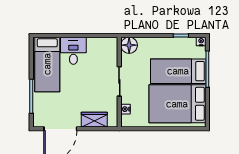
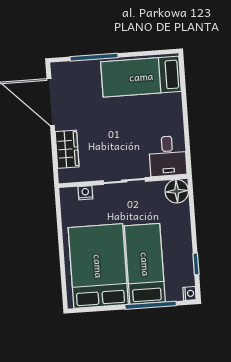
desk: (73, 51) -> (168, 156), moved, turned 90

